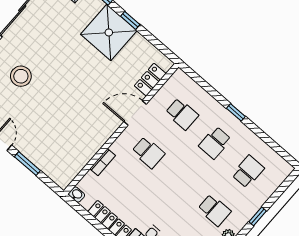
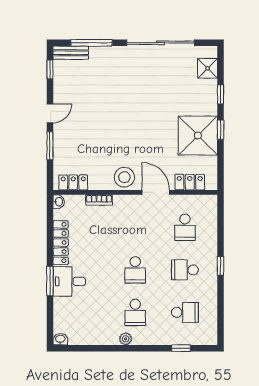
shower: (109, 32) -> (198, 136), moved
stool: (21, 76) -> (124, 177), moved
school desk: (148, 152) -> (135, 270), moved
locker: (72, 170) -> (73, 182), added
window: (258, 216) -> (181, 348), moved

